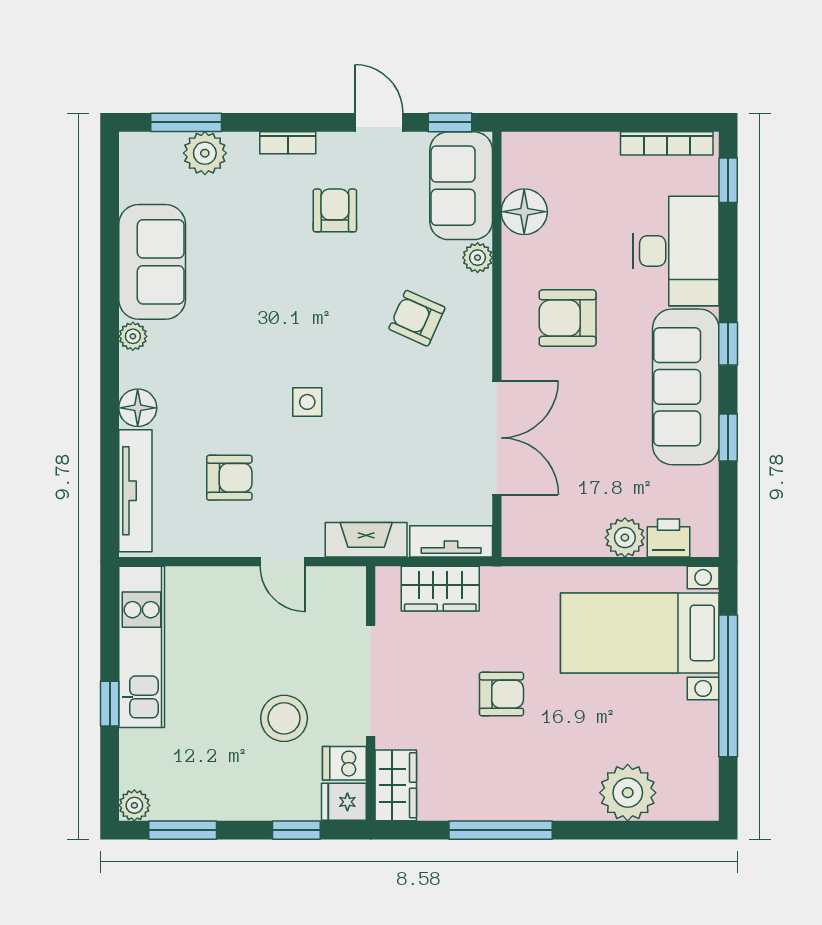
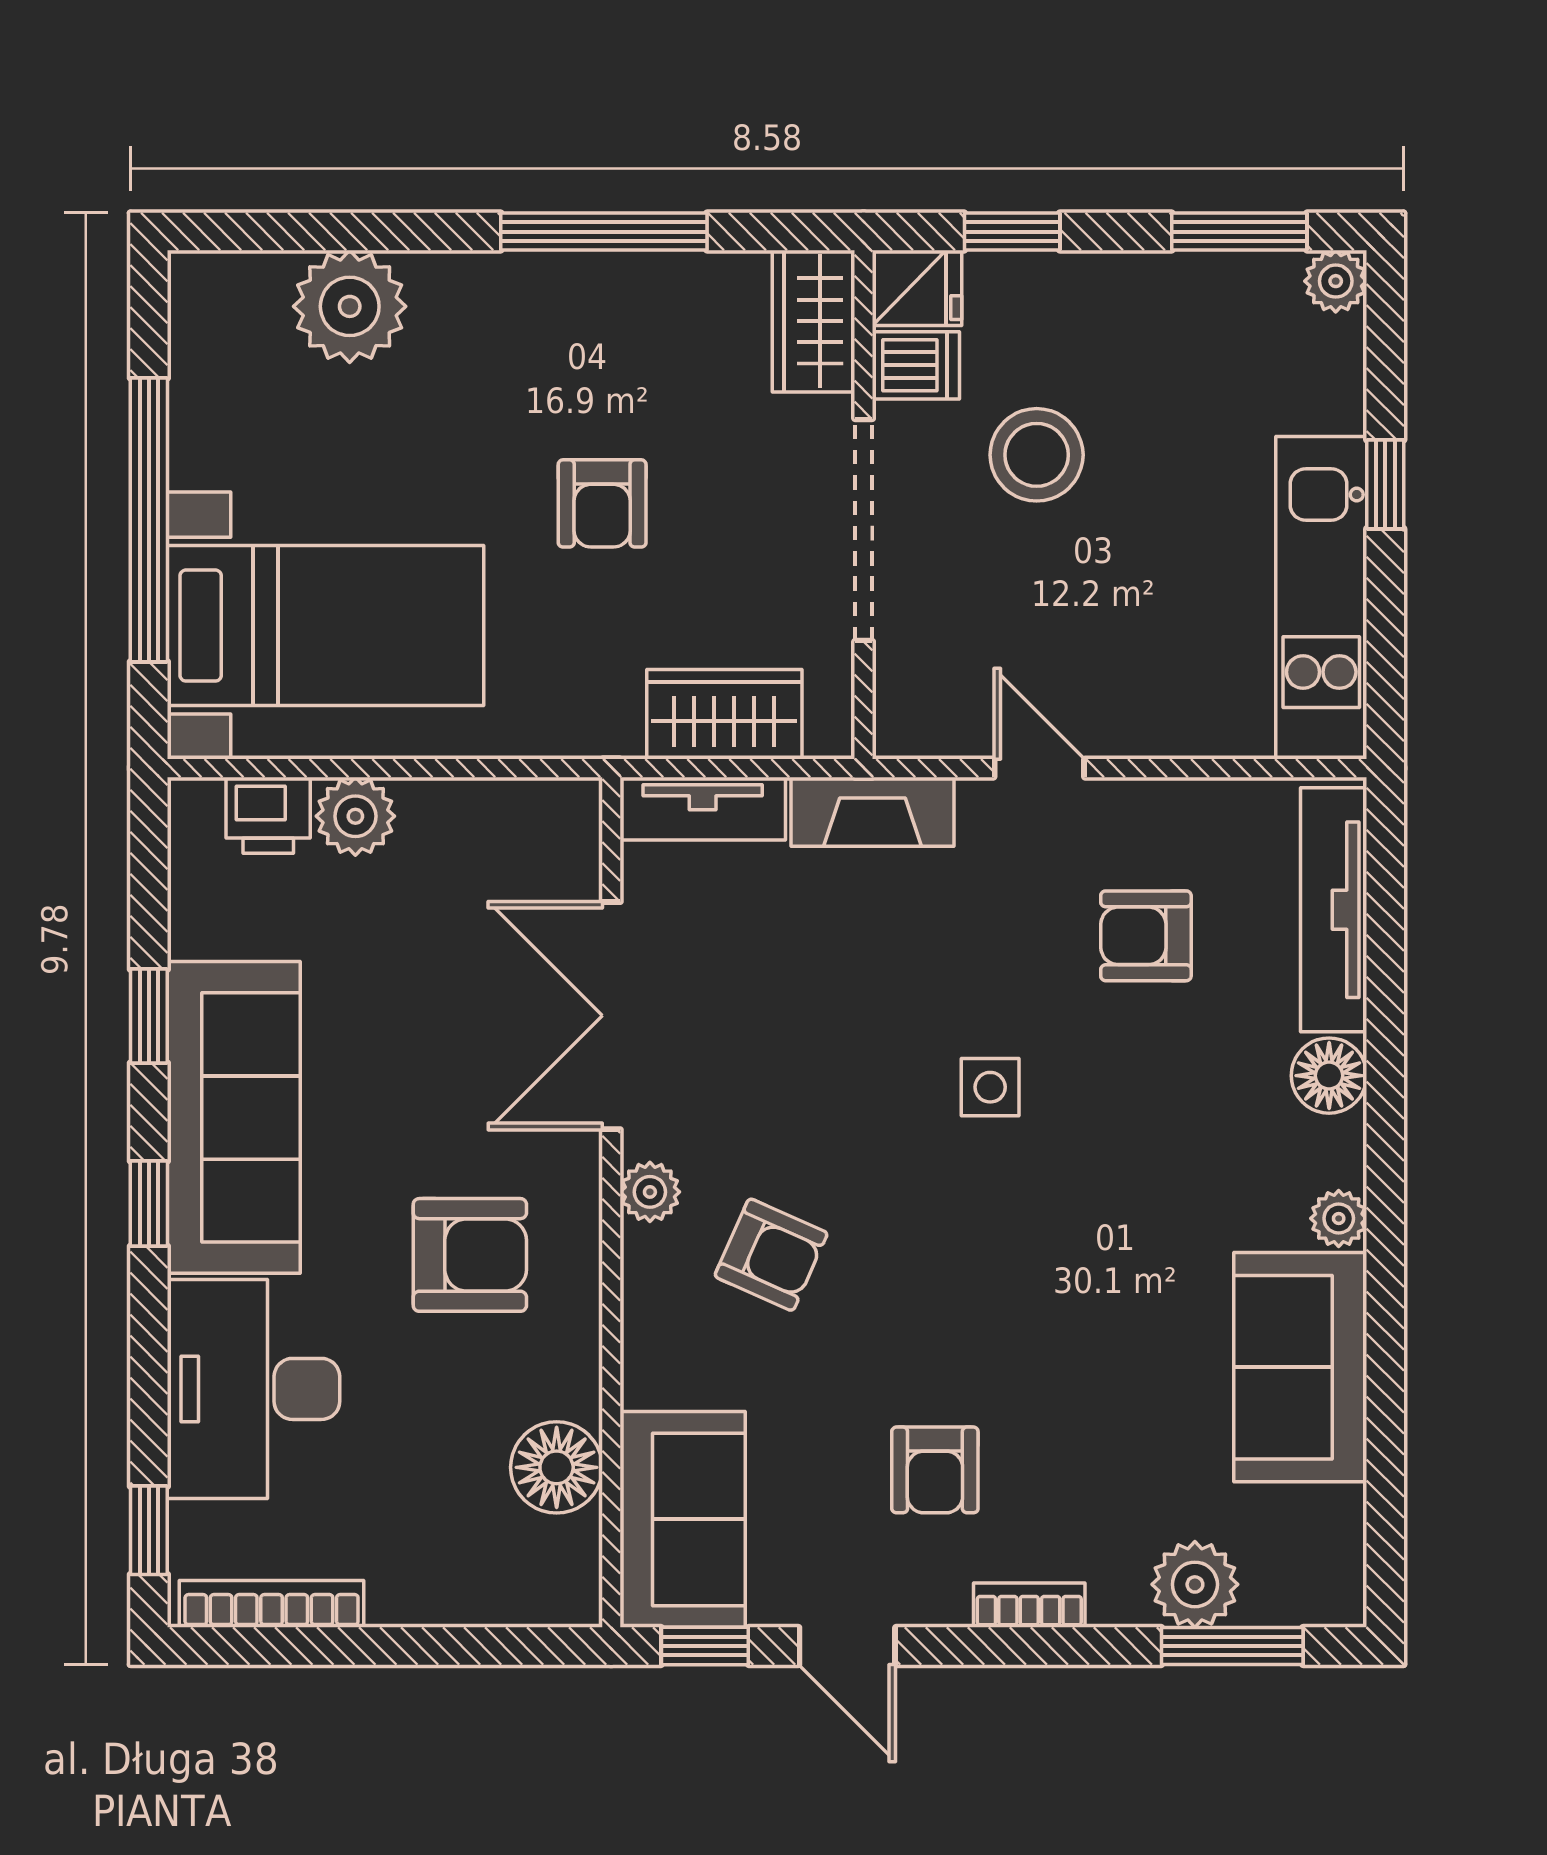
plant: (478, 258) -> (650, 1192), moved
armchair: (501, 694) -> (602, 503), turned -90

